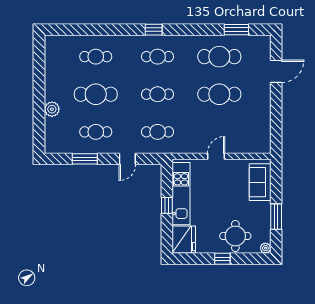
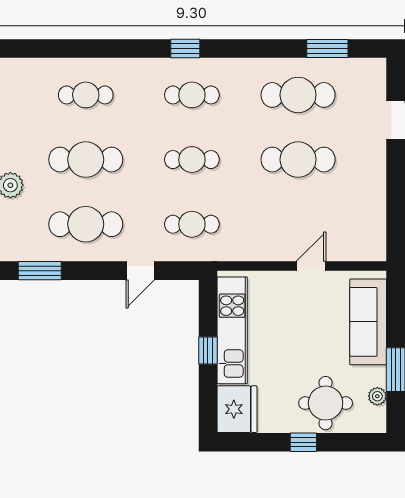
cafe table: (96, 132) -> (86, 224), width x1.37, depth x1.35
door: (216, 156) -> (311, 266), moved
window: (85, 159) -> (40, 271), moved
sofa: (260, 182) -> (368, 322), width x1.36
plant: (265, 248) -> (377, 396), moved

